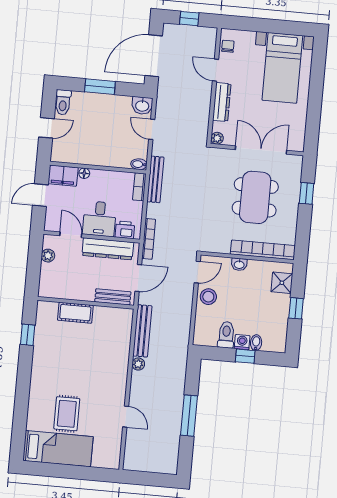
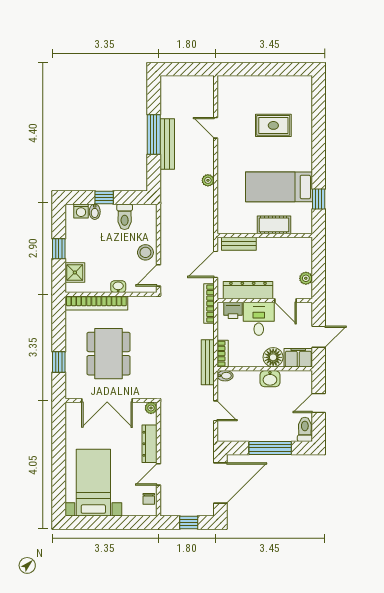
door: (216, 70) -> (159, 474), swing flipped
window: (100, 87) -> (270, 448), width x1.44
washbasin: (142, 106) -> (270, 379), moved, turned 180
floor lamp: (84, 173) -> (273, 357), width x1.89, depth x1.89
bench: (142, 331) -> (167, 144), moved
washing machine: (242, 342) -> (81, 211), moved
rug: (67, 414) -> (273, 125), turned 90
bed: (58, 449) -> (279, 187), moved

